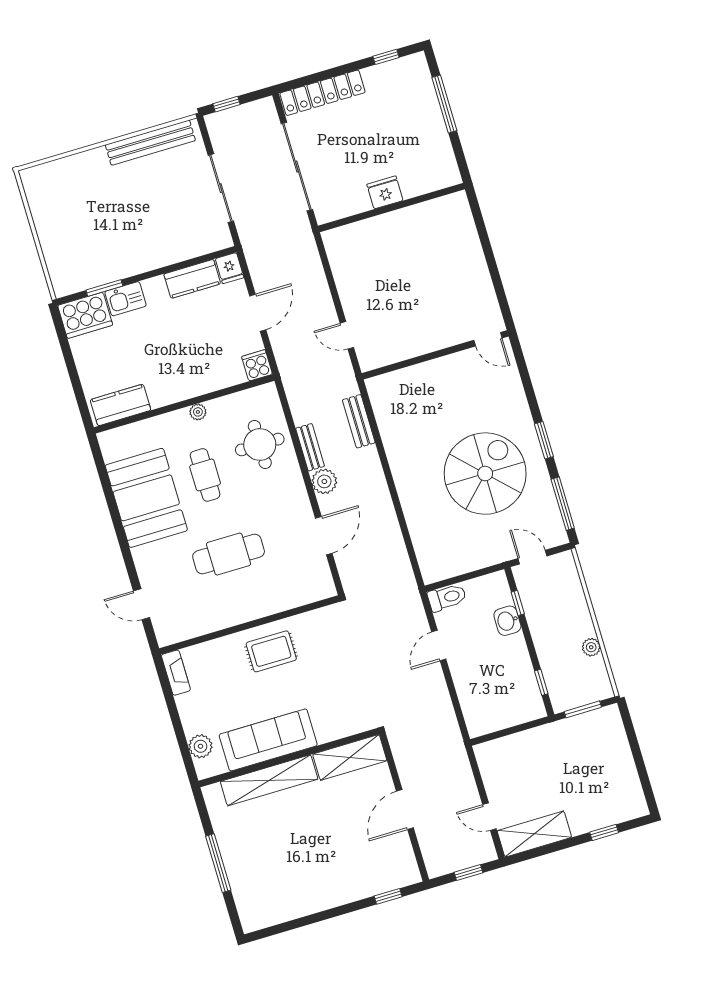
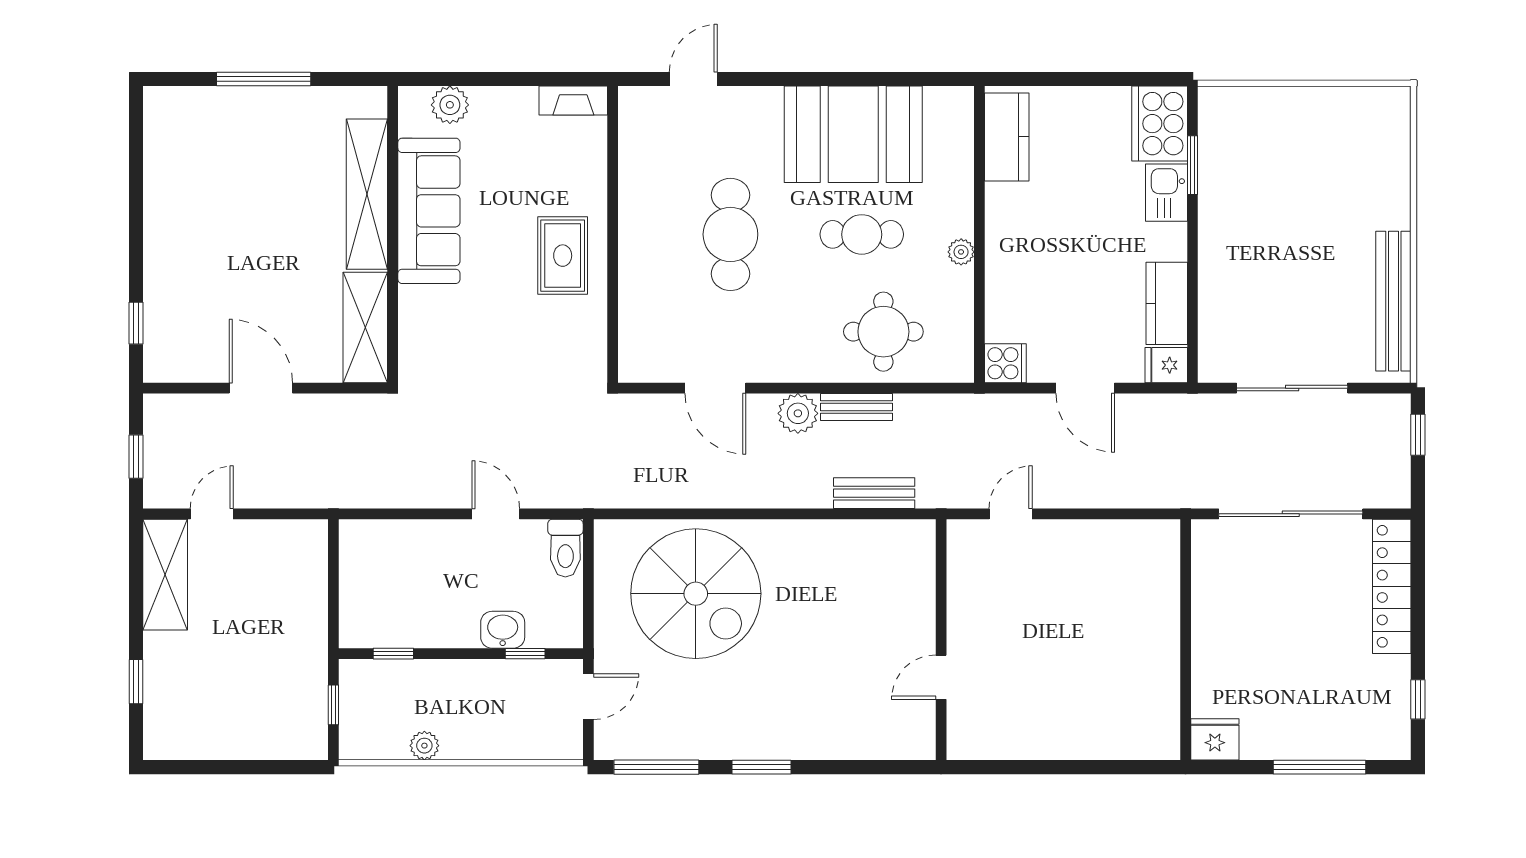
fridge: (385, 192) -> (1215, 739), moved, turned -90
door: (488, 339) -> (941, 677), moved
spiral stairs: (485, 474) -> (696, 594), moved
window: (583, 709) -> (333, 705), width x0.67

